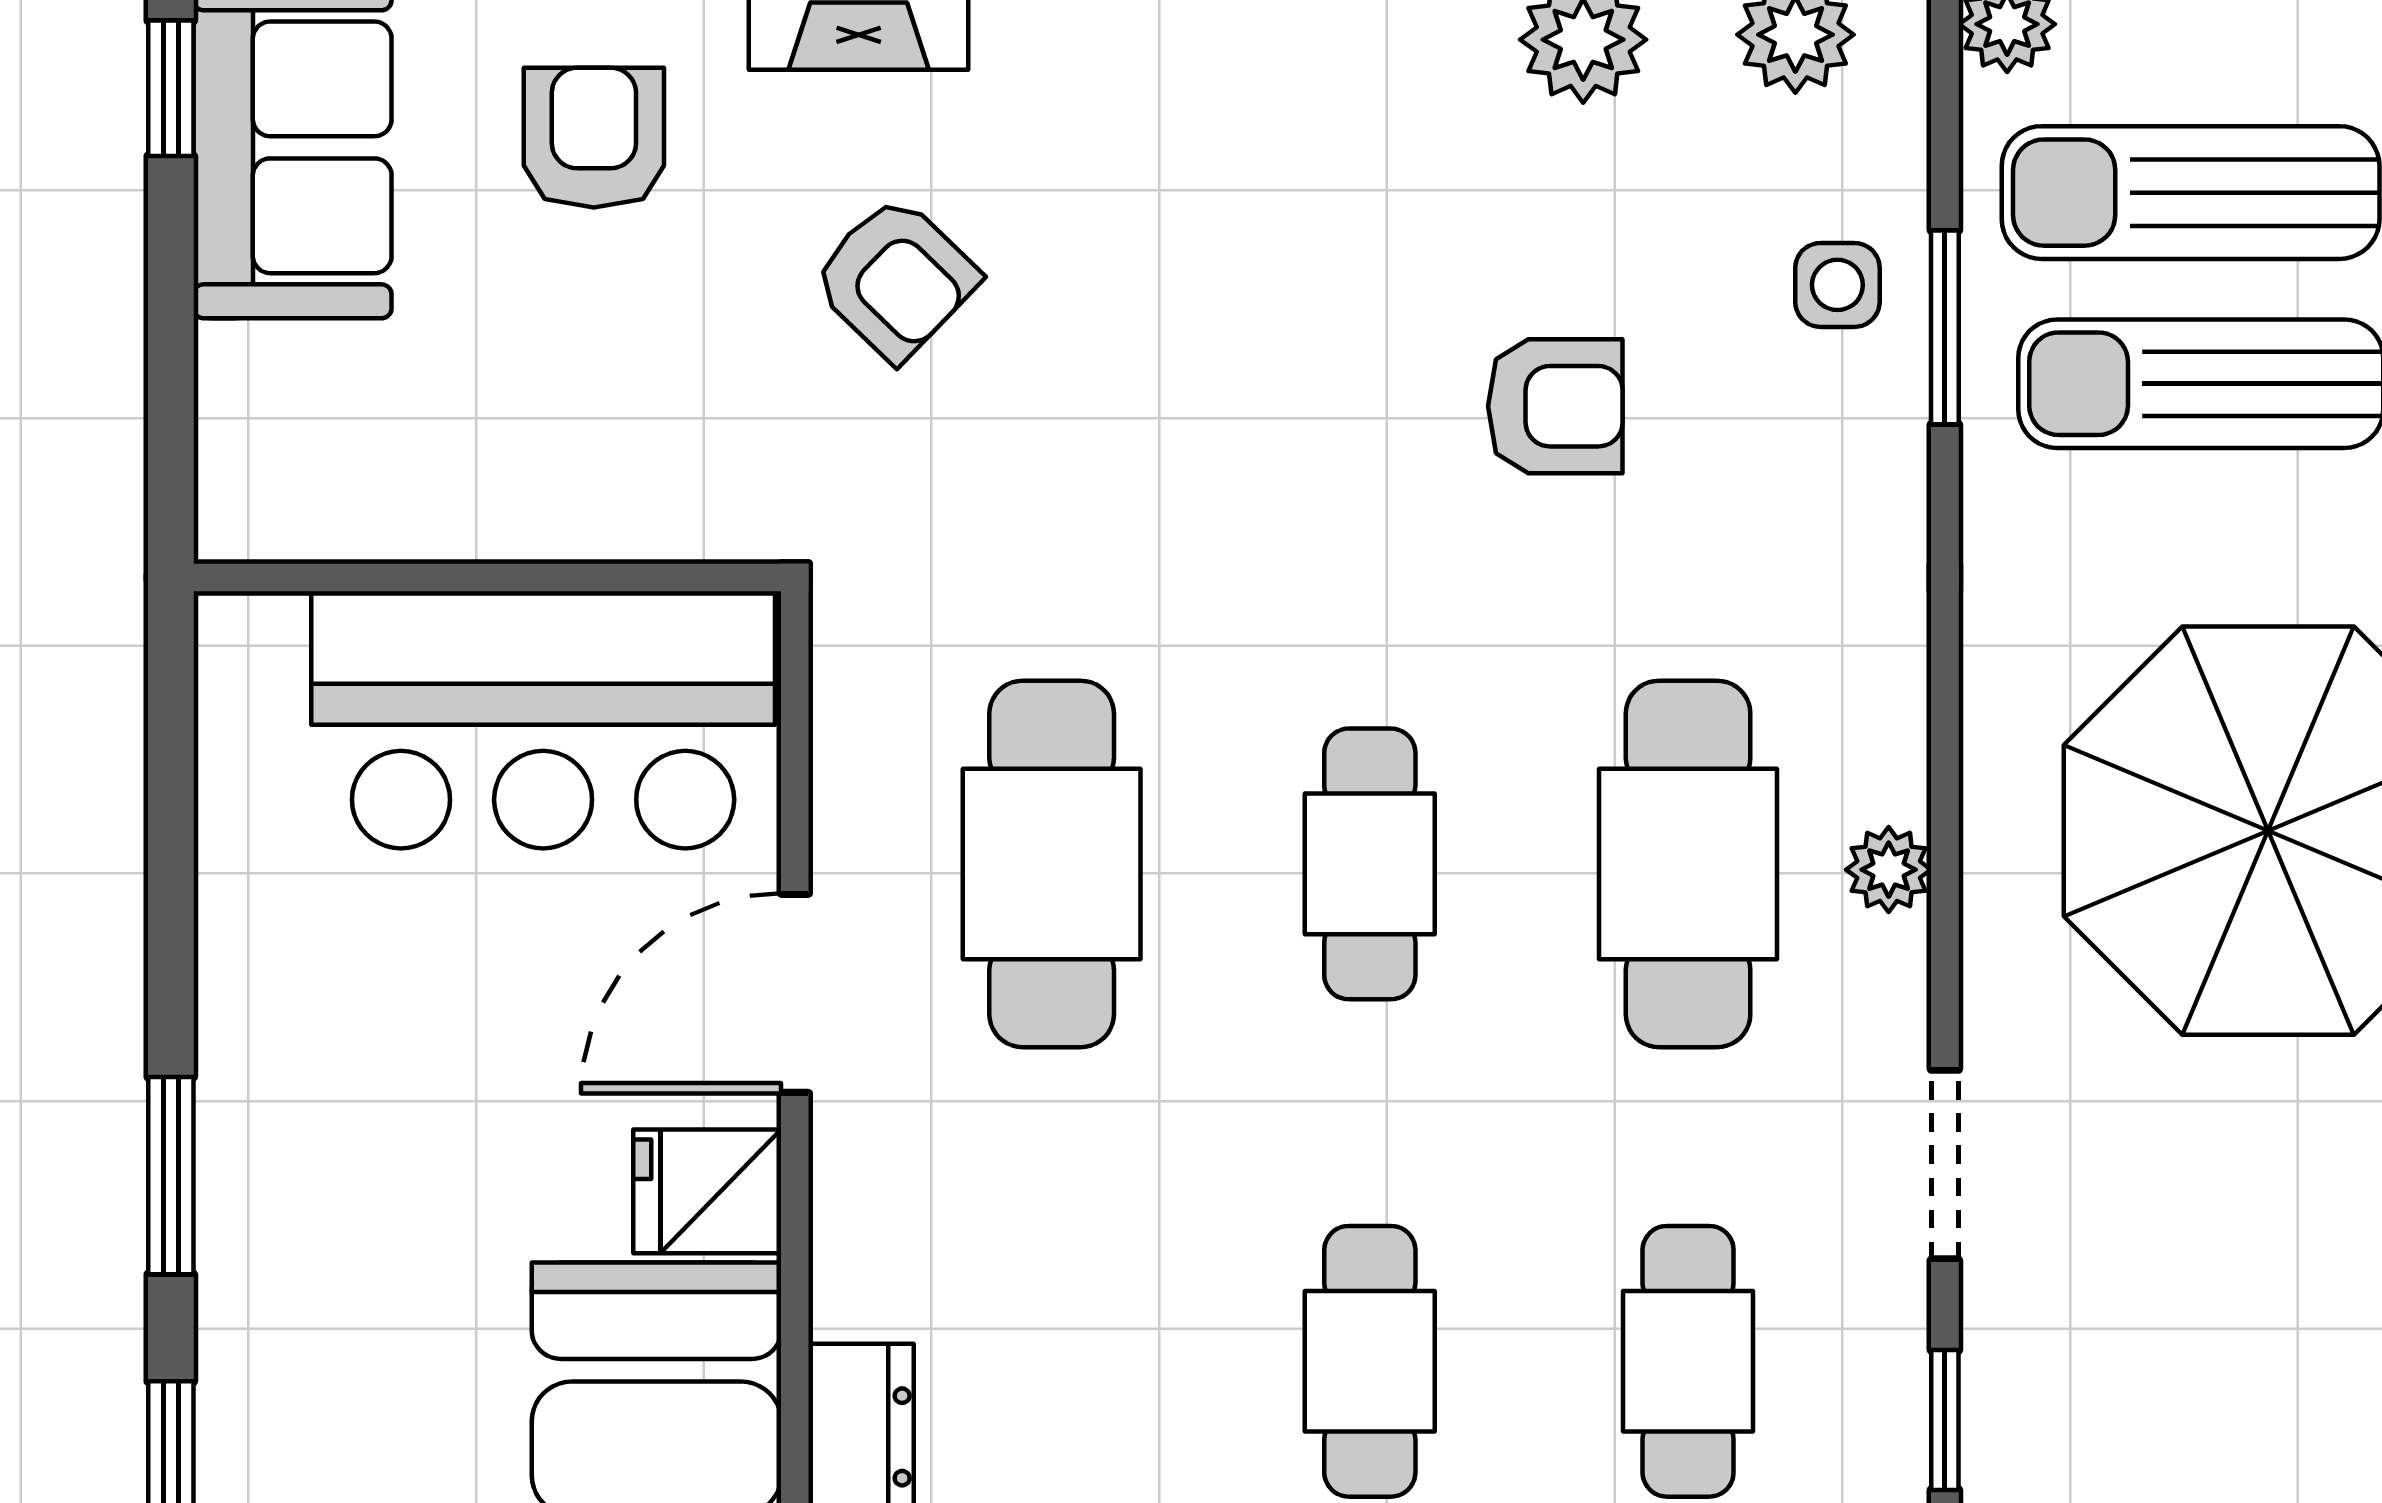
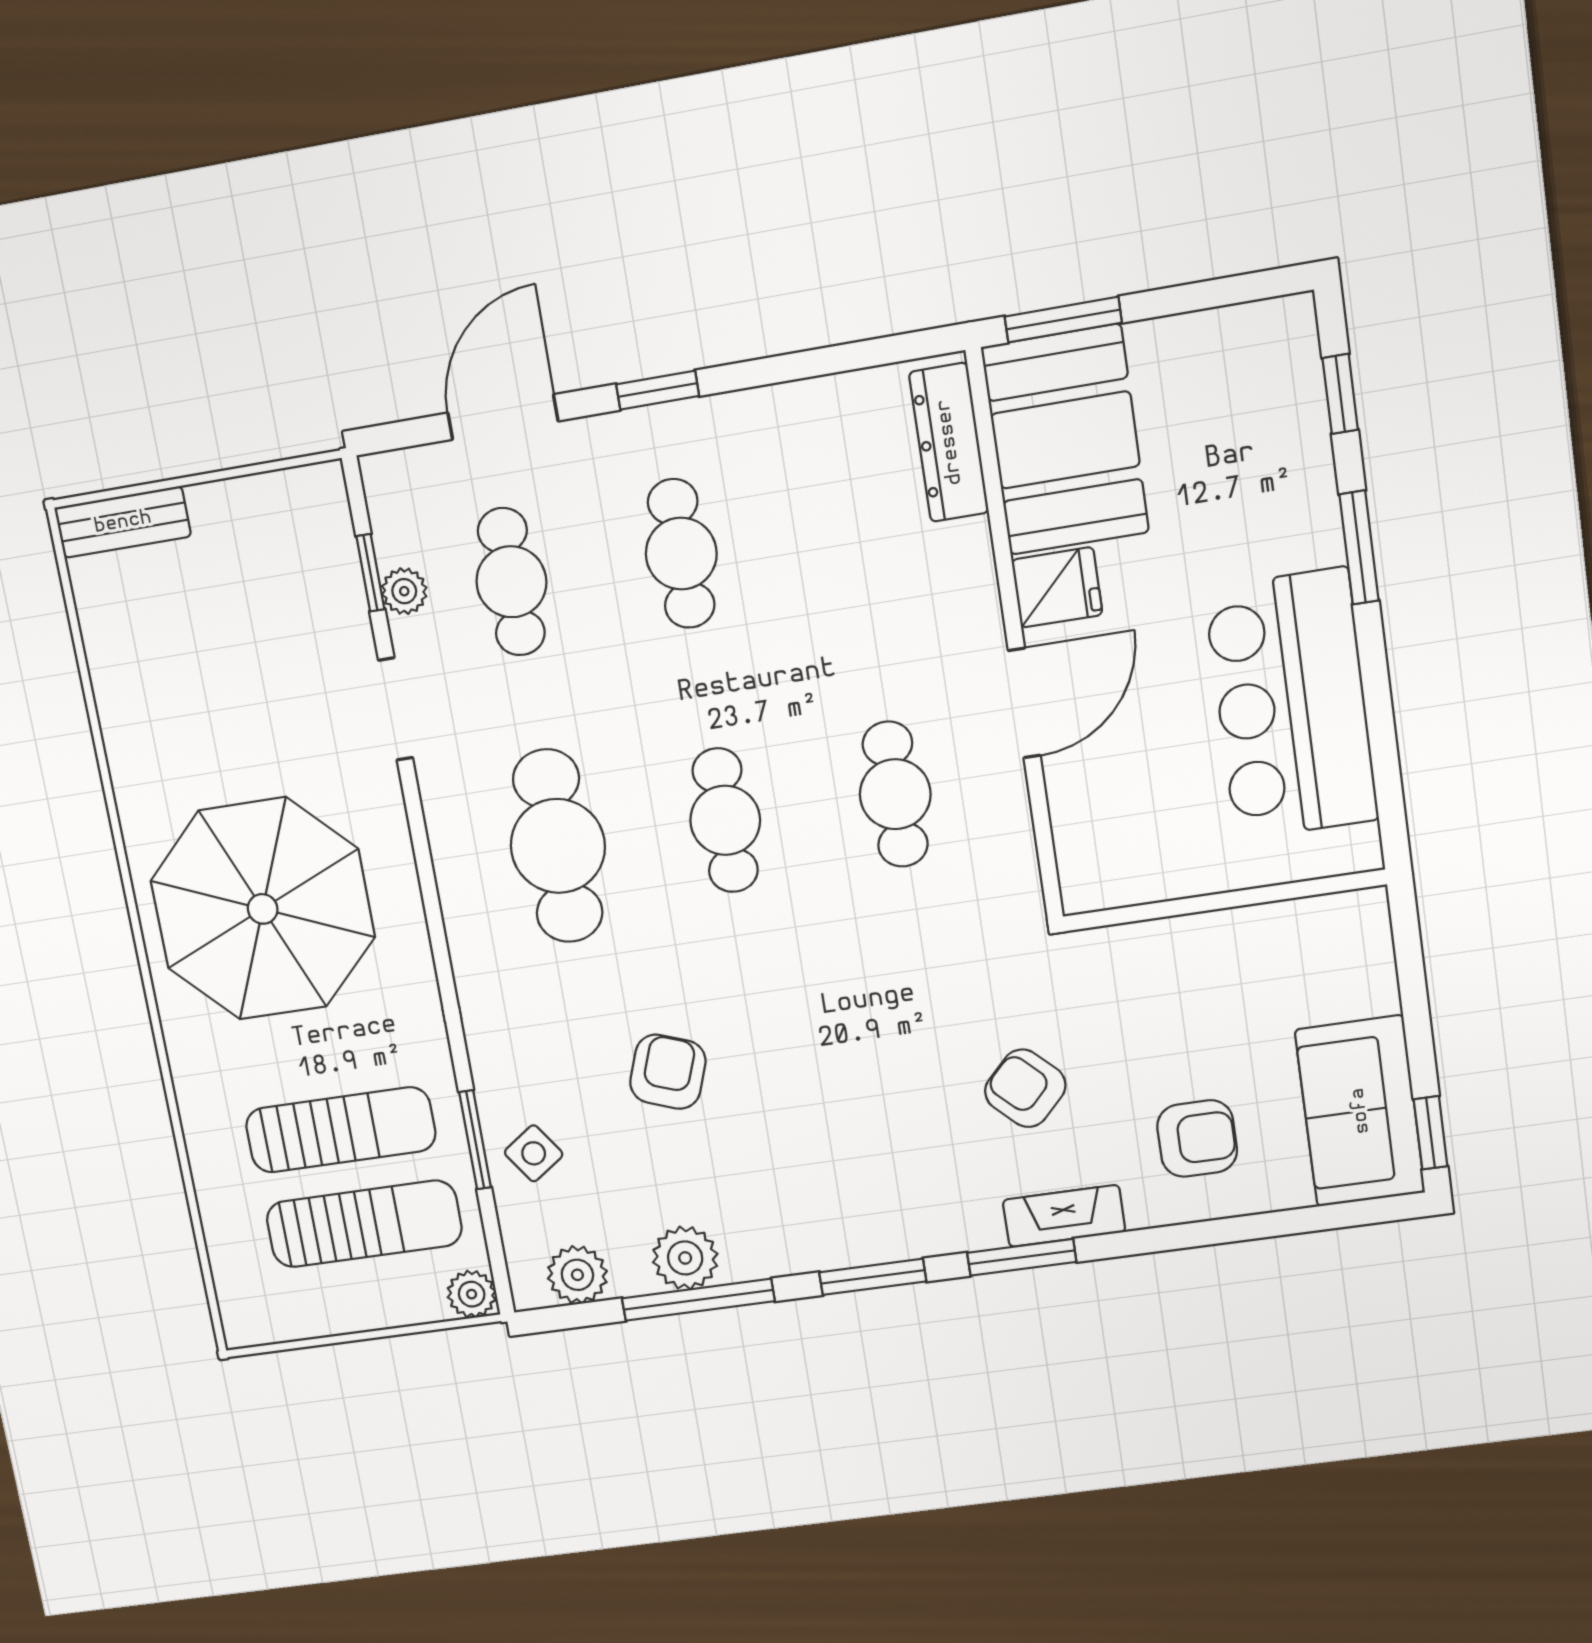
armchair: (594, 138) -> (1197, 1138), turned -90
side table: (1837, 285) -> (534, 1153), turned -35
armchair: (1555, 406) -> (668, 1072), turned 110
bar counter: (543, 720) -> (1292, 705), moved, turned -90
cafe table: (1052, 864) -> (895, 794), width x0.73, depth x0.74
plant: (1889, 870) -> (404, 591), moved

